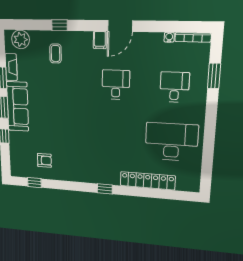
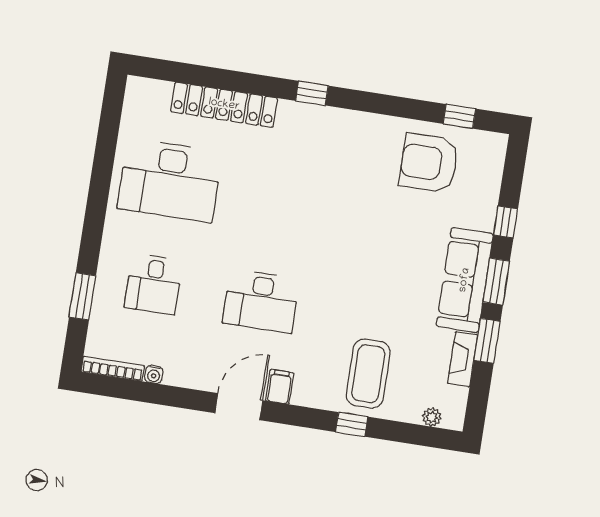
plant: (21, 39) -> (432, 417), width x0.53, depth x0.53
coffee table: (56, 53) -> (368, 374), width x1.86, depth x1.72
desk: (116, 85) -> (261, 301), width x1.37
armchair: (44, 160) -> (429, 163), width x1.88, depth x1.88

